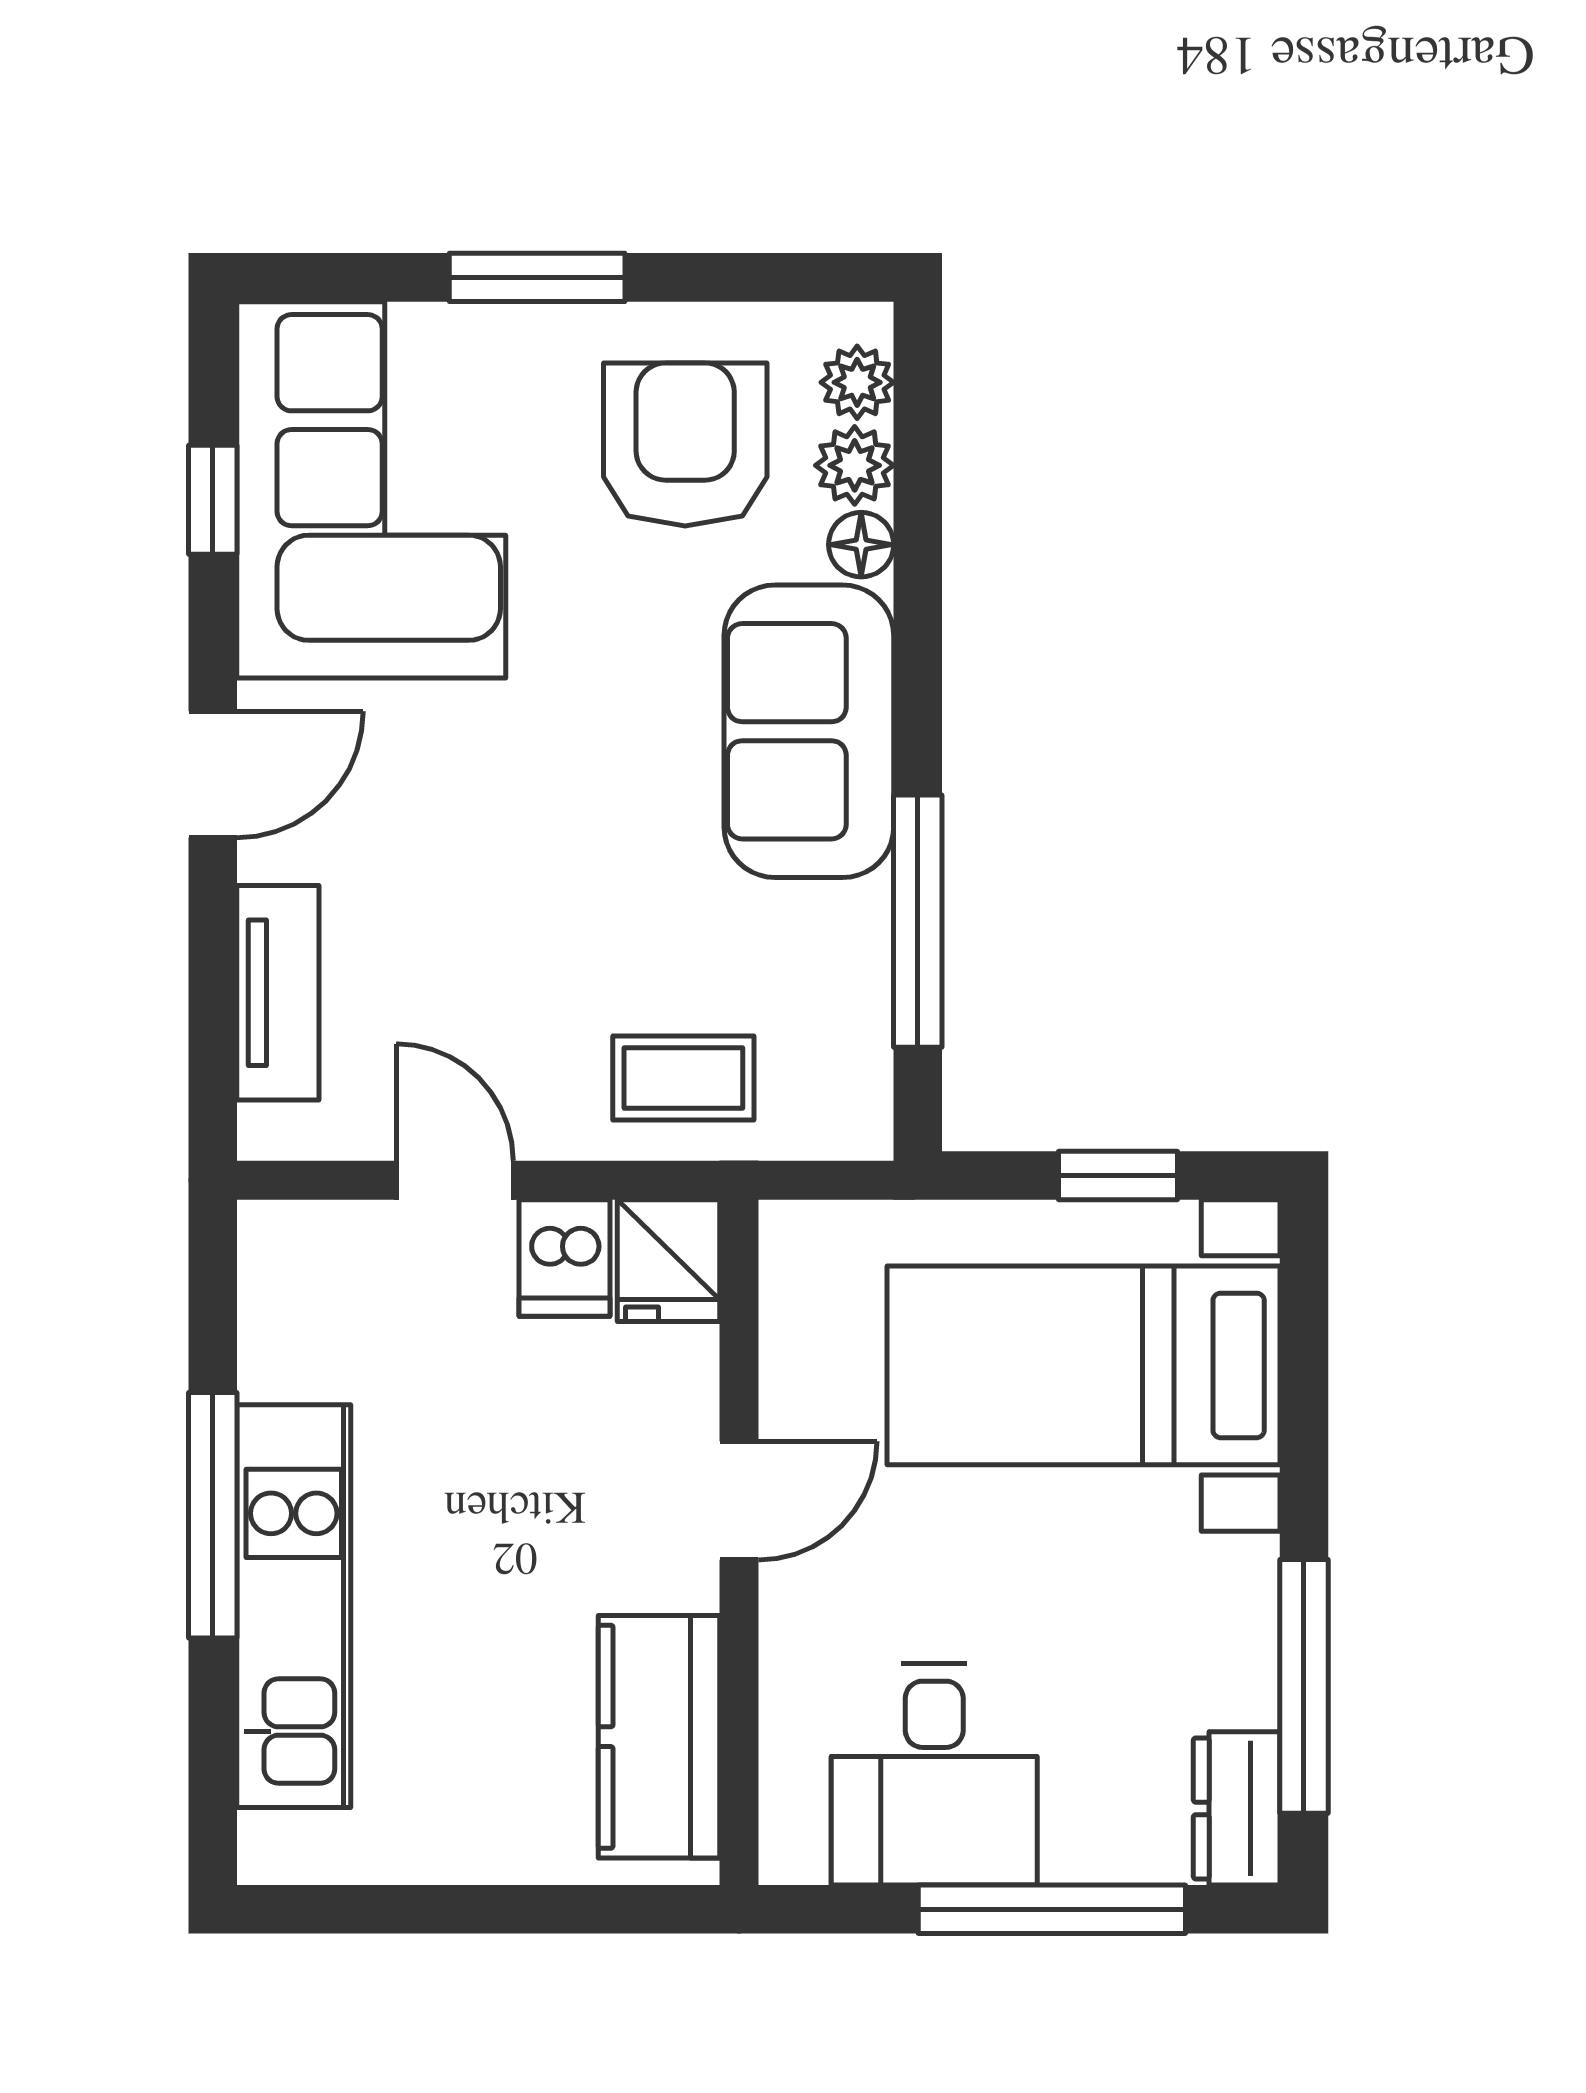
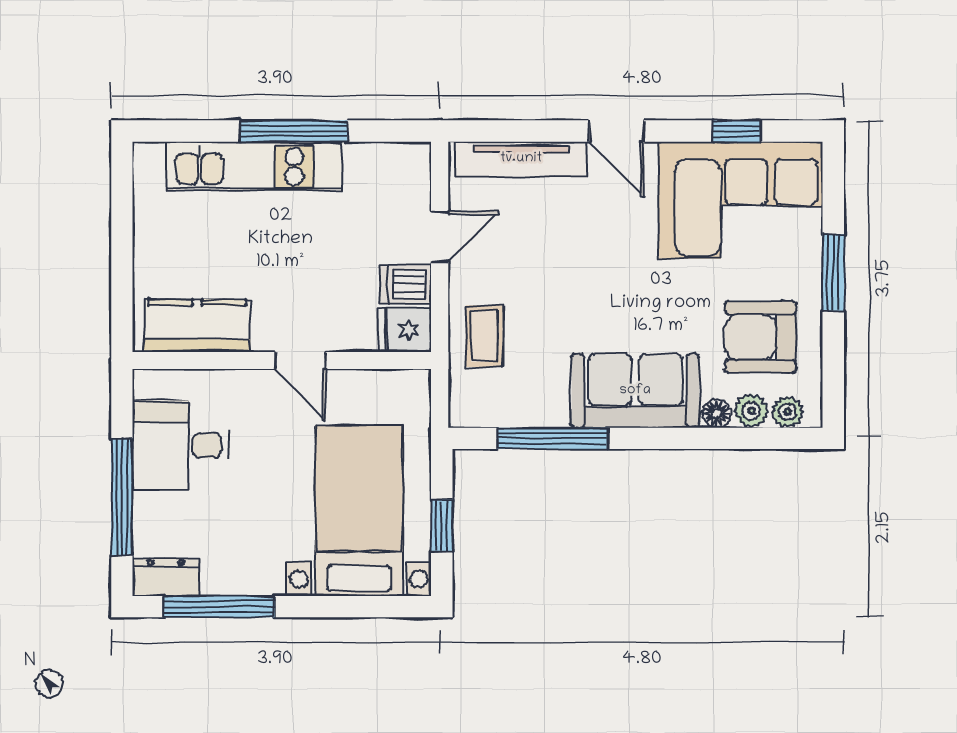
armchair: (685, 444) -> (760, 337), turned 180
tv unit: (278, 993) -> (521, 159), width x1.41

